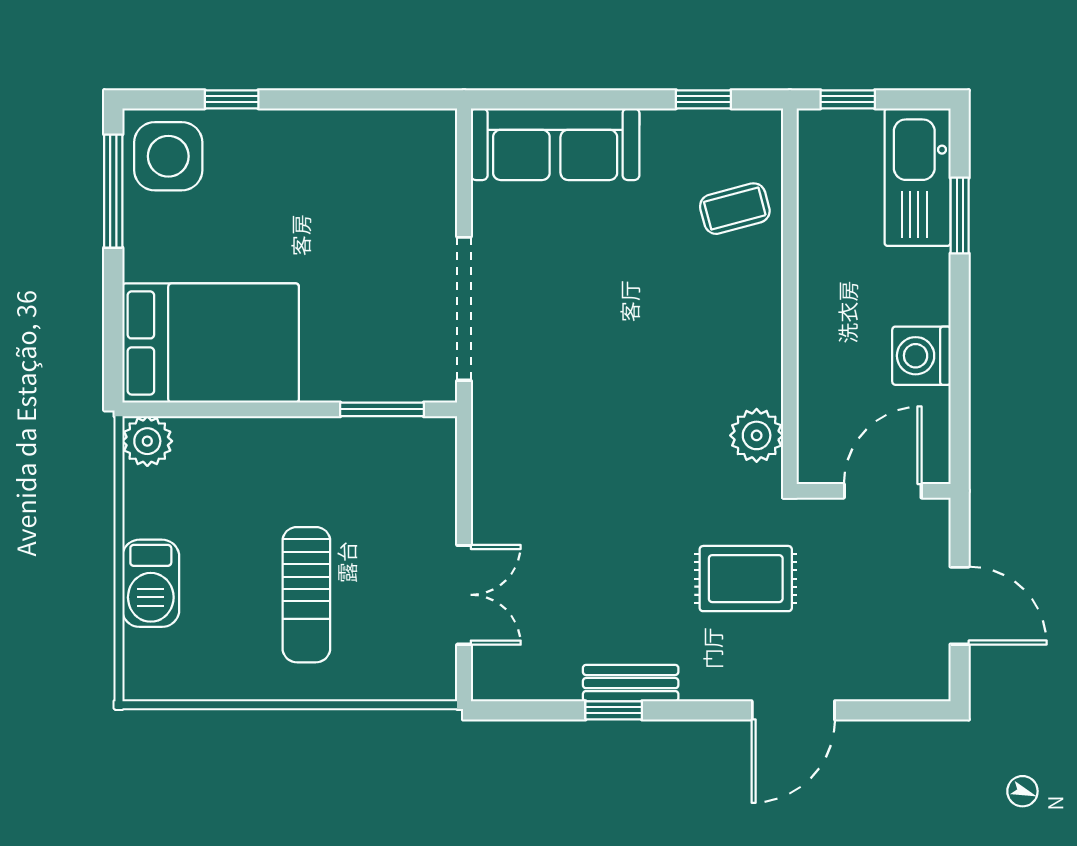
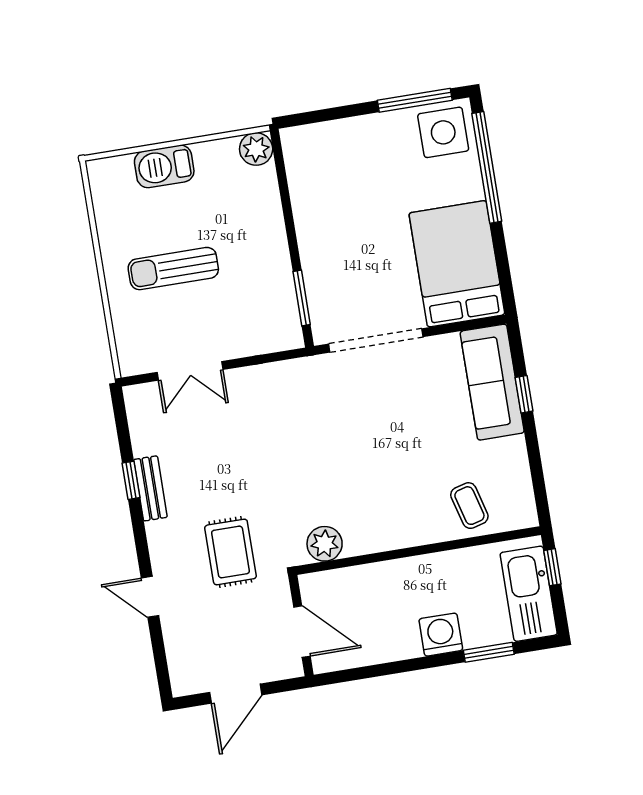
window: (232, 99) -> (487, 167), width x3.17
window: (703, 99) -> (524, 394), moved
kitchen sink: (918, 177) -> (529, 594), moved, turned -90
bed: (211, 343) -> (457, 264), moved, turned 180
washing machine: (921, 356) -> (441, 635), moved
door: (793, 710) -> (150, 597), width x0.73

